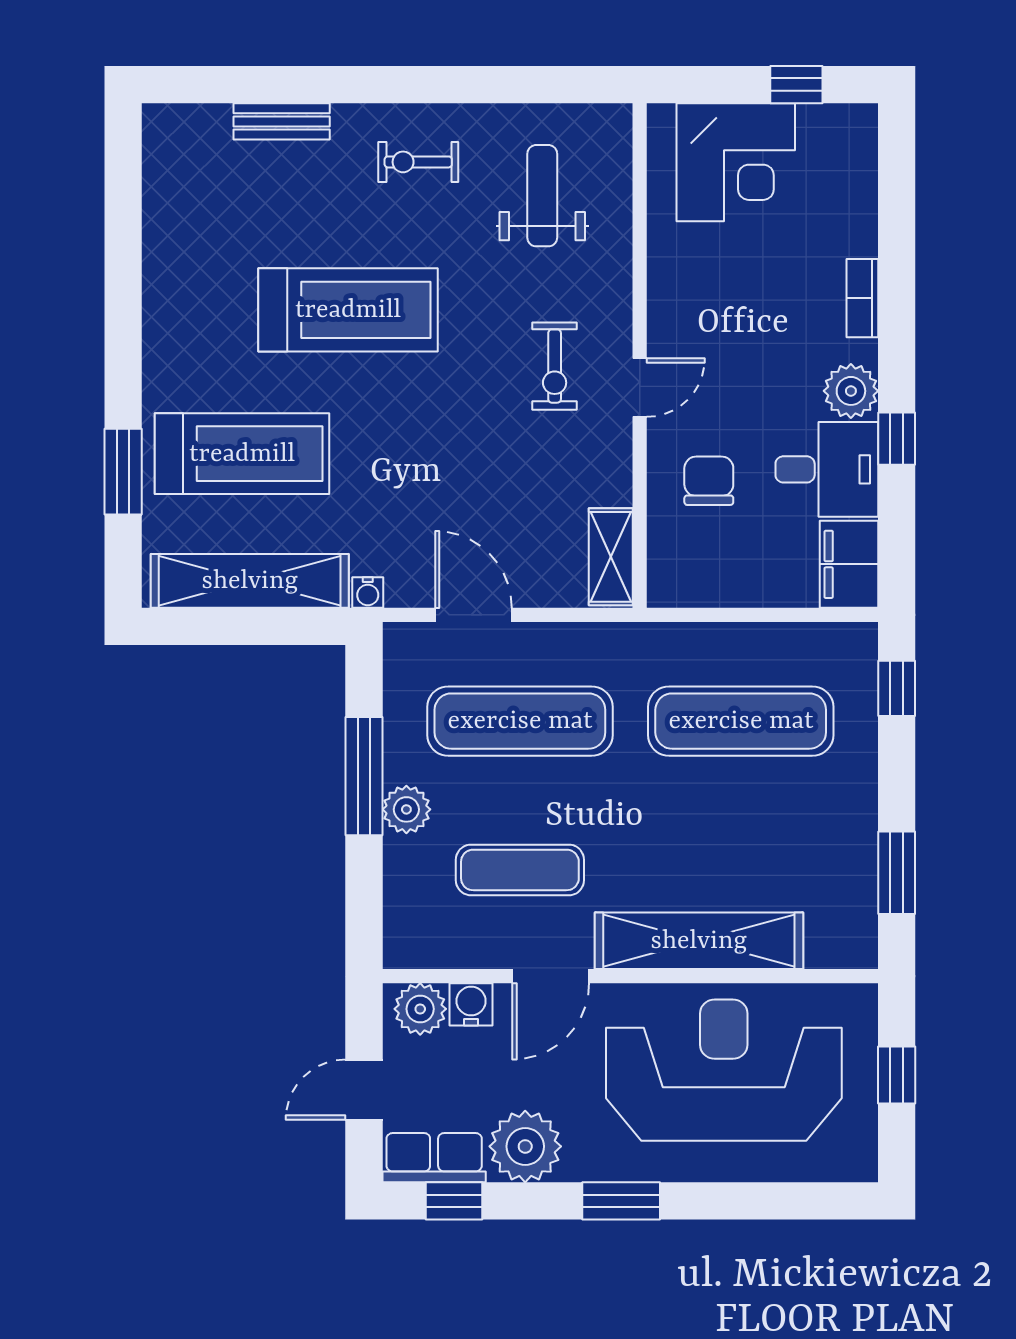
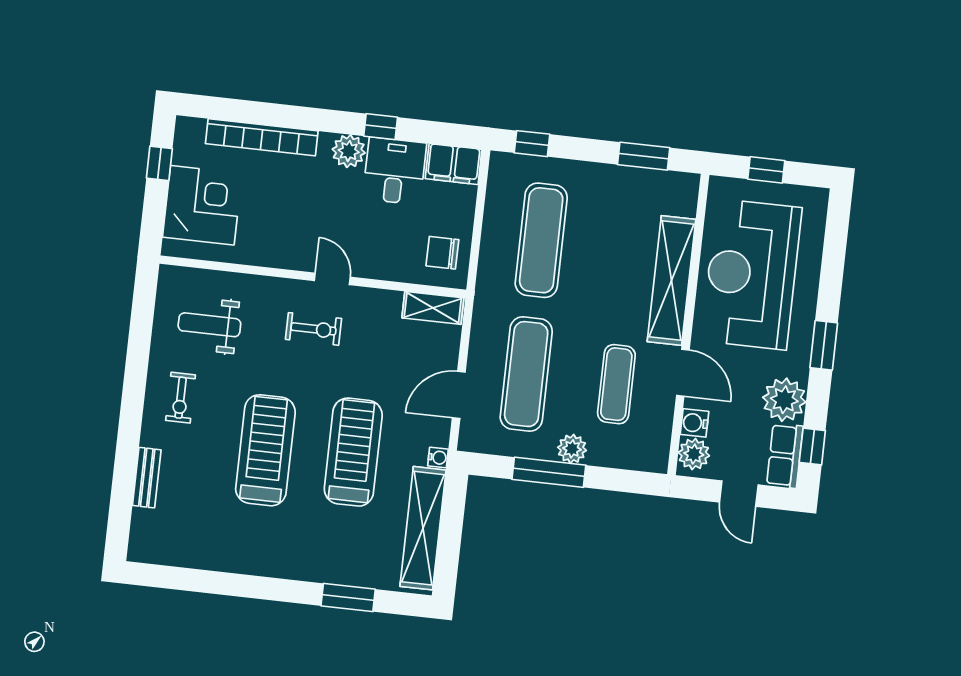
bookcase: (862, 298) -> (262, 137), width x2.31, depth x1.31
treadmill: (242, 454) -> (353, 452), moved
chair: (709, 481) -> (442, 253), moved

